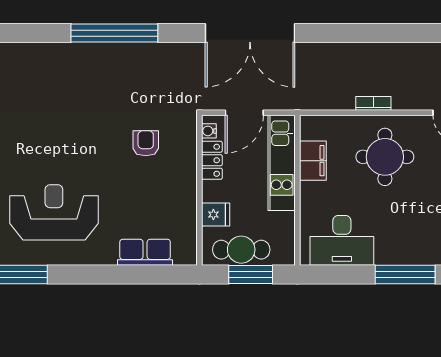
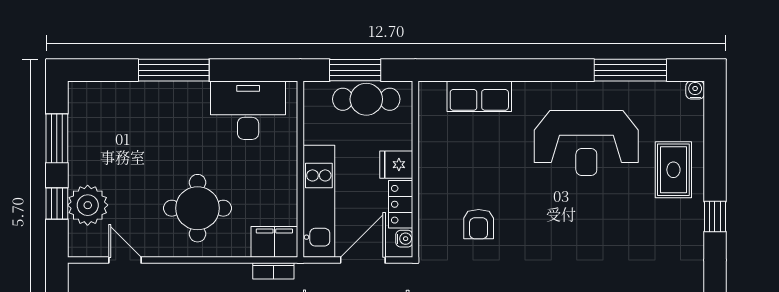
bookcase: (373, 103) -> (273, 271), moved
filing cabinet: (313, 161) -> (274, 242), moved, turned 90
fridge: (216, 215) -> (396, 165), moved

